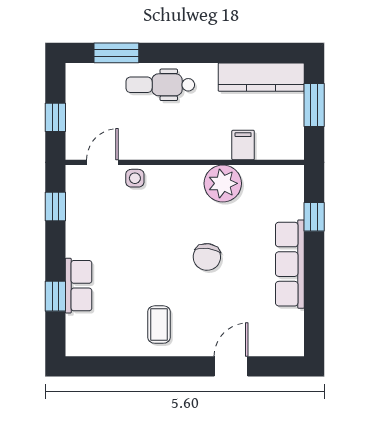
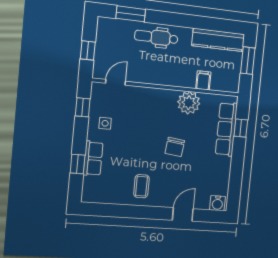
side table: (135, 178) -> (105, 123), moved
row of seats: (290, 264) -> (226, 129), moved
water cooler: (287, 344) -> (217, 203), added

